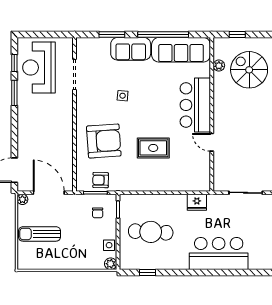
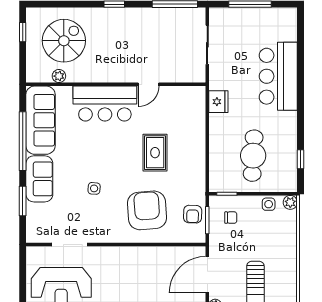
window: (237, 35) -> (23, 32), moved
spiral stairs: (249, 70) -> (64, 41), turned 180

